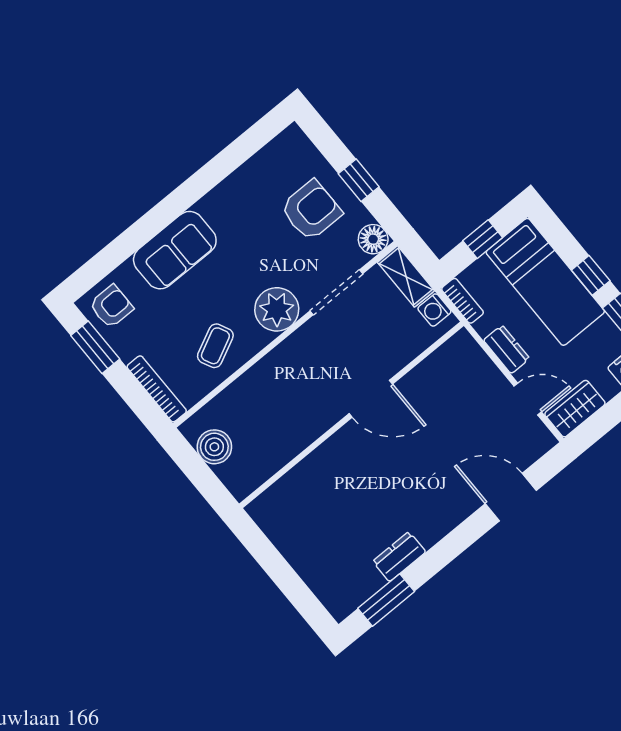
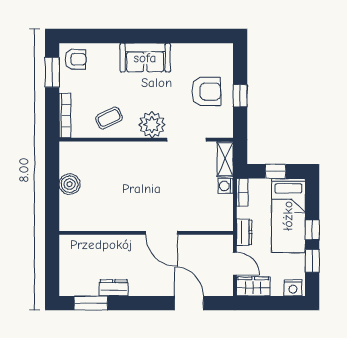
floor lamp: (373, 239) -> (224, 129), removed
sofa: (175, 250) -> (145, 58), moved
door: (371, 399) -> (161, 233), moved
wall: (351, 415) -> (146, 233), moved
boiler: (214, 447) -> (70, 184), moved

